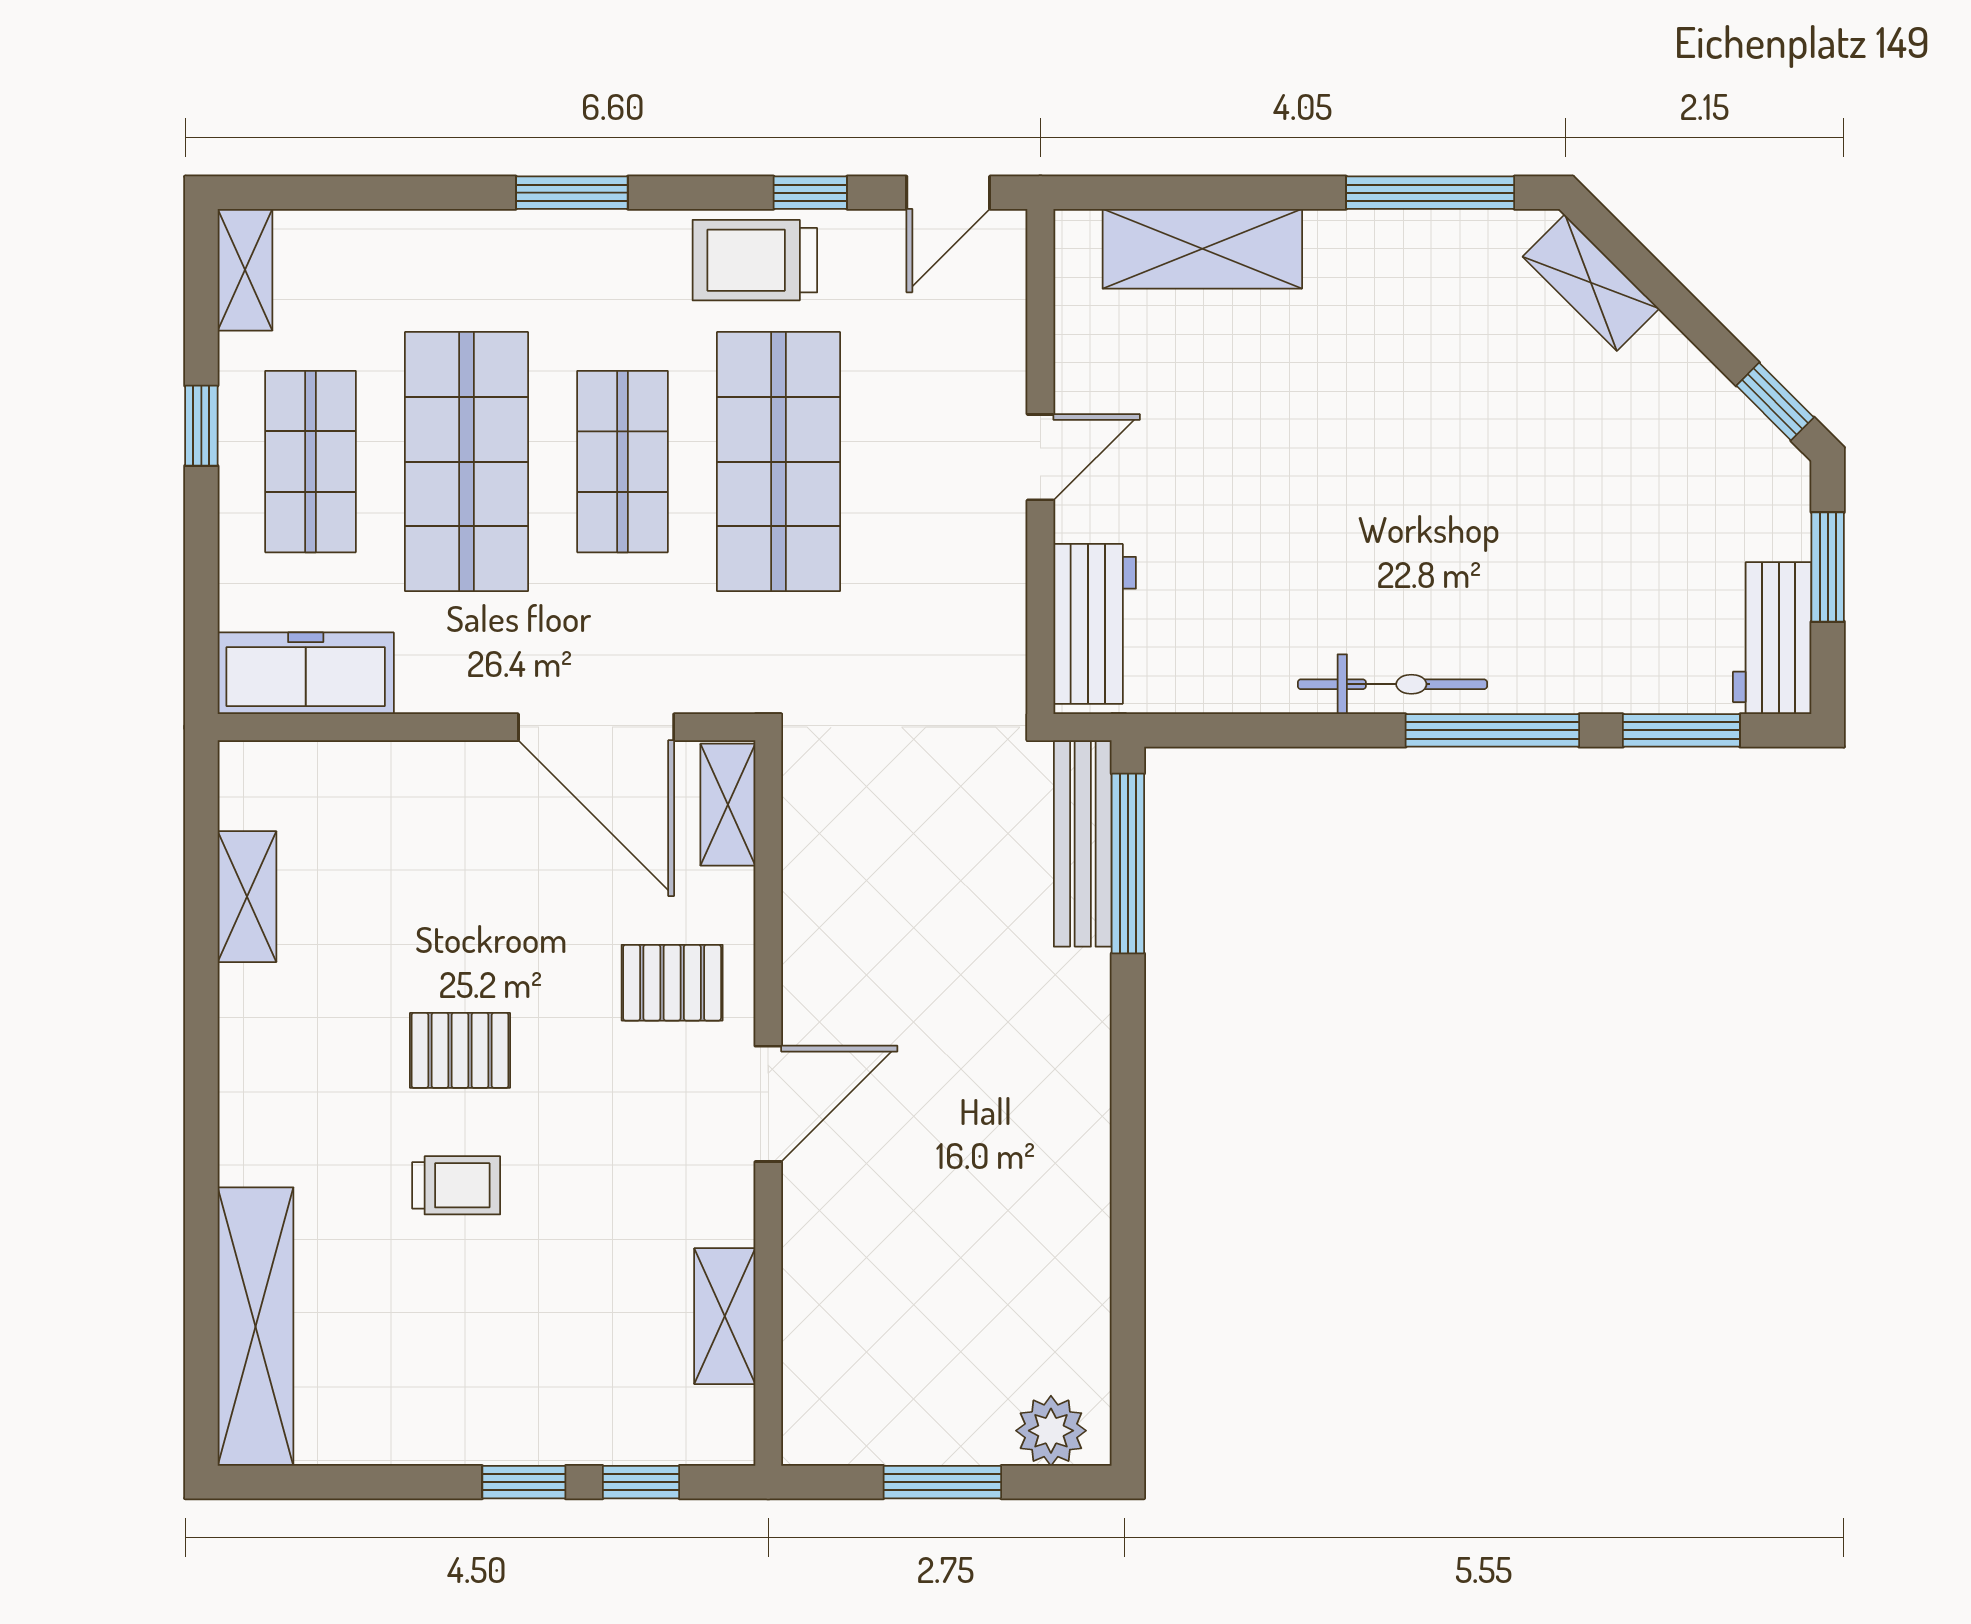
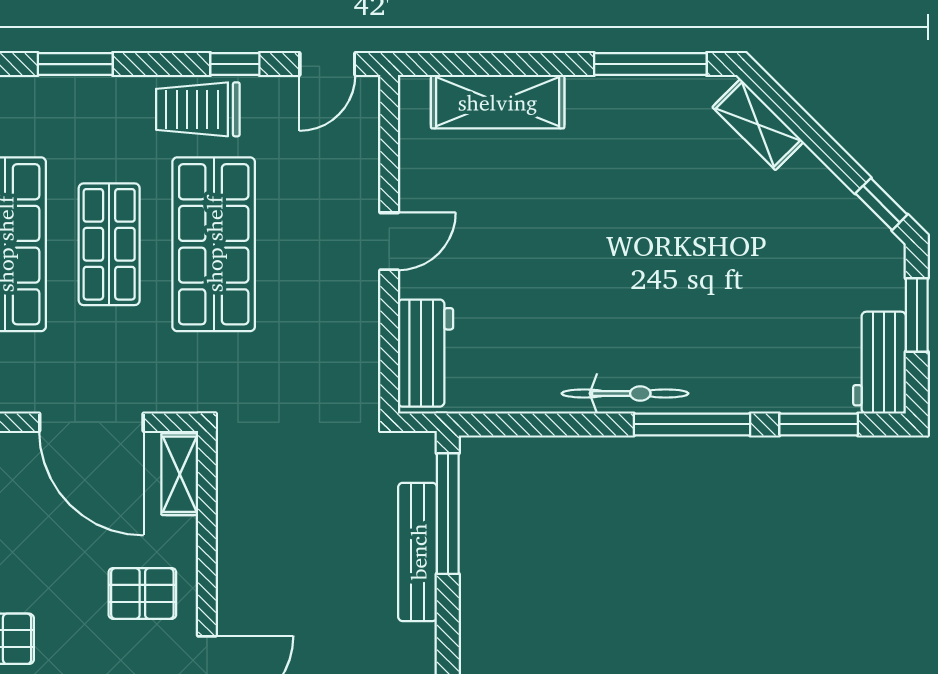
bench: (1083, 843) -> (418, 552), moved

